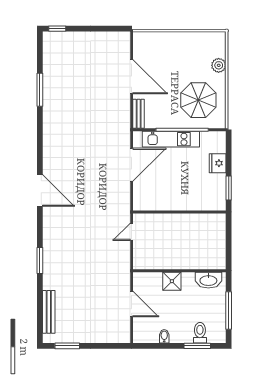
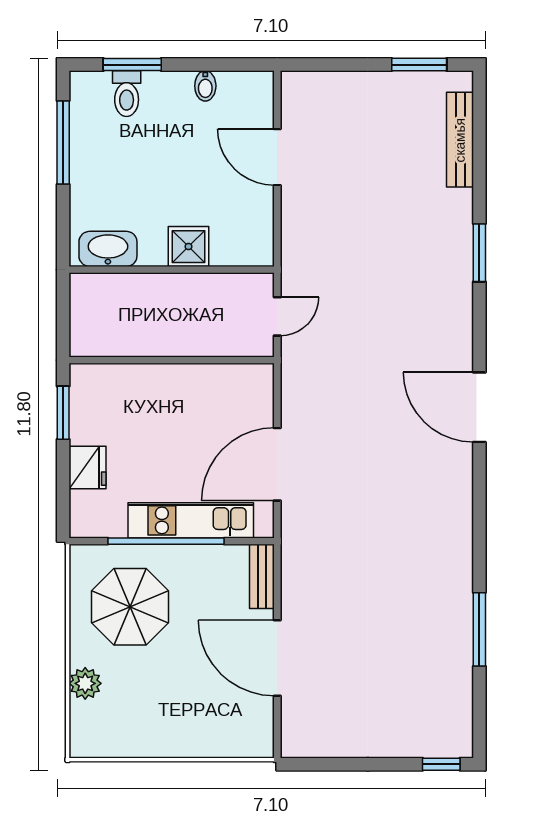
wall: (179, 271) -> (172, 270), moved
washbasin: (208, 280) -> (108, 249), moved
shower: (172, 281) -> (188, 247), moved

